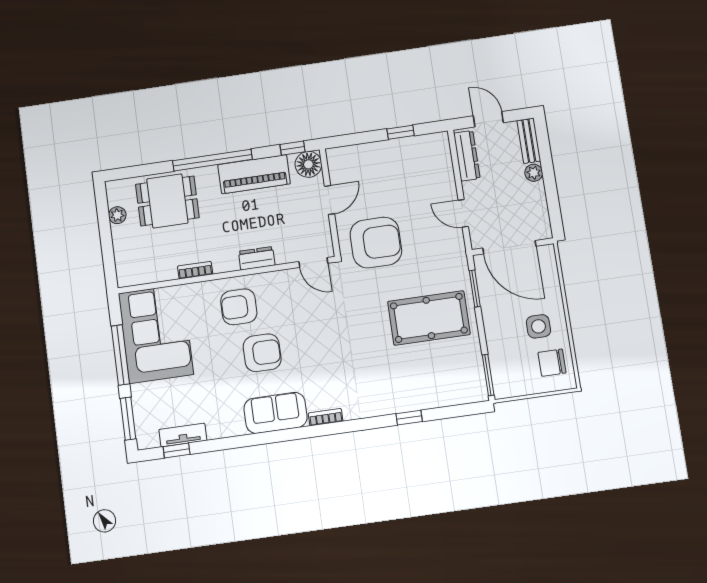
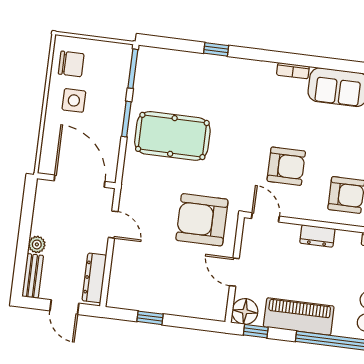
door: (329, 200) -> (234, 272), hinge flipped
window: (475, 288) -> (126, 119), moved
armchair: (262, 353) -> (286, 166), moved, turned 180

